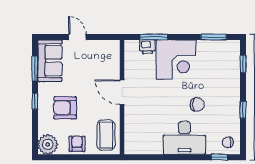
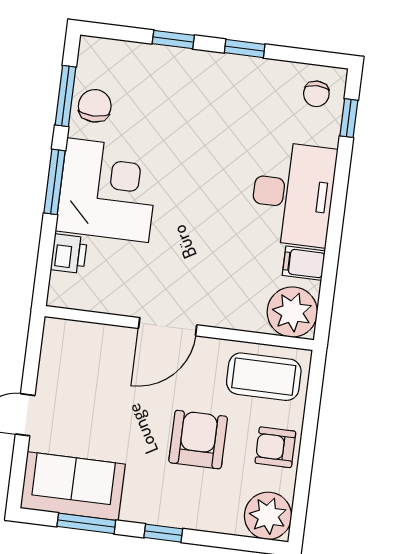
window: (154, 37) -> (55, 182), moved
window: (243, 64) -> (173, 40), moved
chair: (197, 104) -> (95, 106), moved
armchair: (65, 108) -> (198, 440), moved, turned 180
plant: (135, 144) -> (292, 312), added
filing cabinet: (156, 146) -> (304, 263), added

